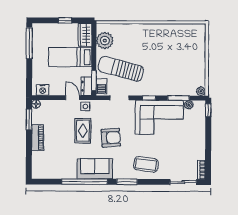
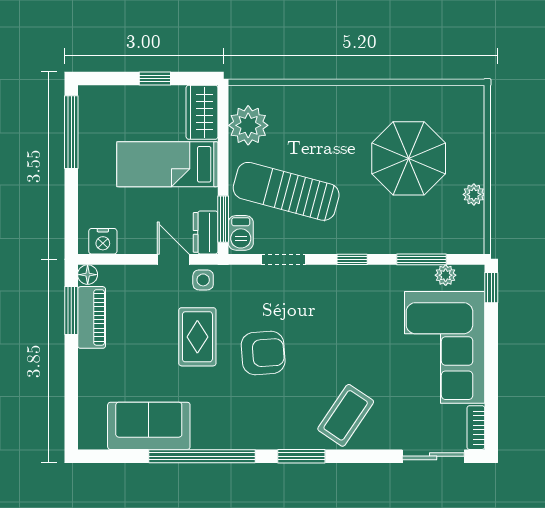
parasol: (173, 55) -> (409, 158), added
plant: (201, 91) -> (474, 194), moved
corner sofa: (159, 117) -> (445, 347), moved, turned 90
piano: (38, 138) -> (92, 317), moved
coffee table: (146, 164) -> (346, 415), turned -63
sofa: (95, 169) -> (149, 426), moved

